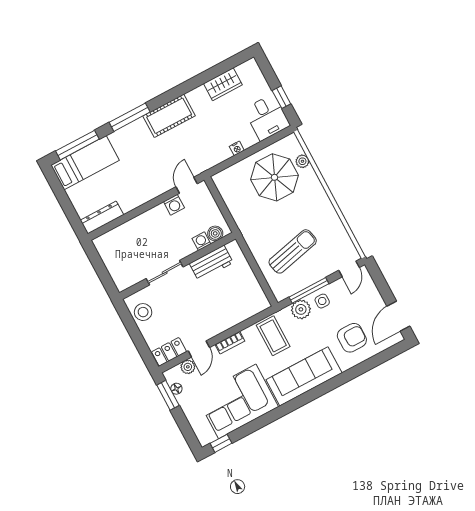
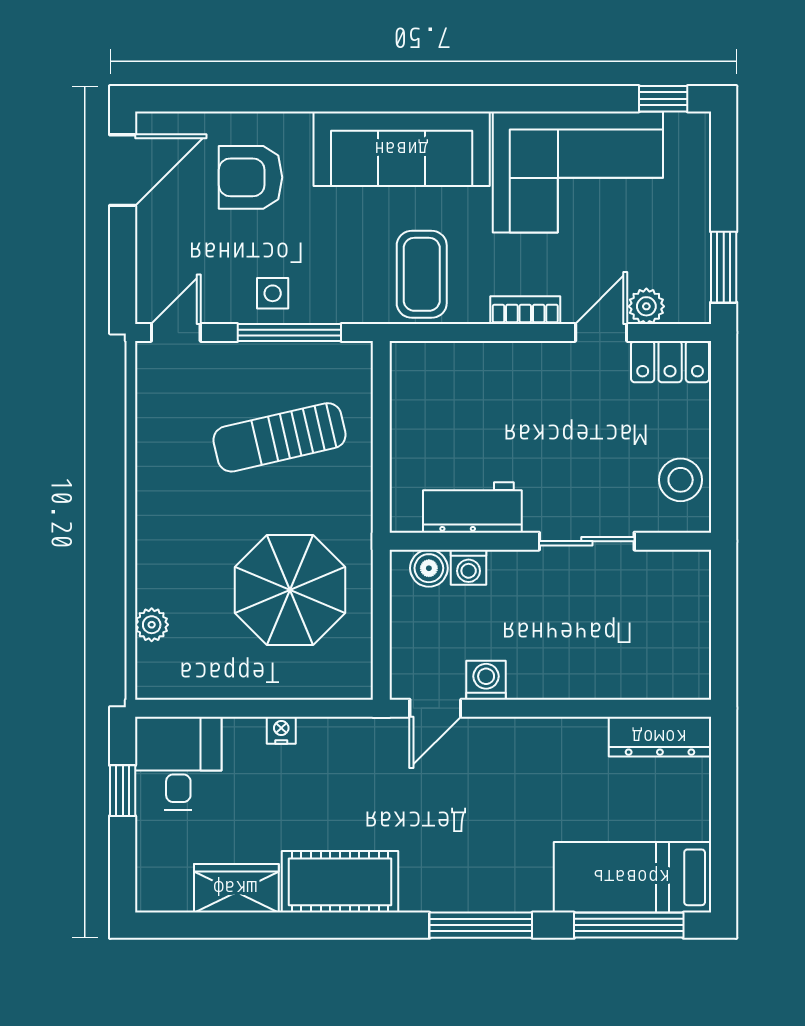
cot: (169, 116) -> (340, 882), moved
parasol: (274, 177) -> (290, 590), moved
plant: (301, 309) -> (329, 300), removed
floor lamp: (176, 389) -> (697, 272), removed

